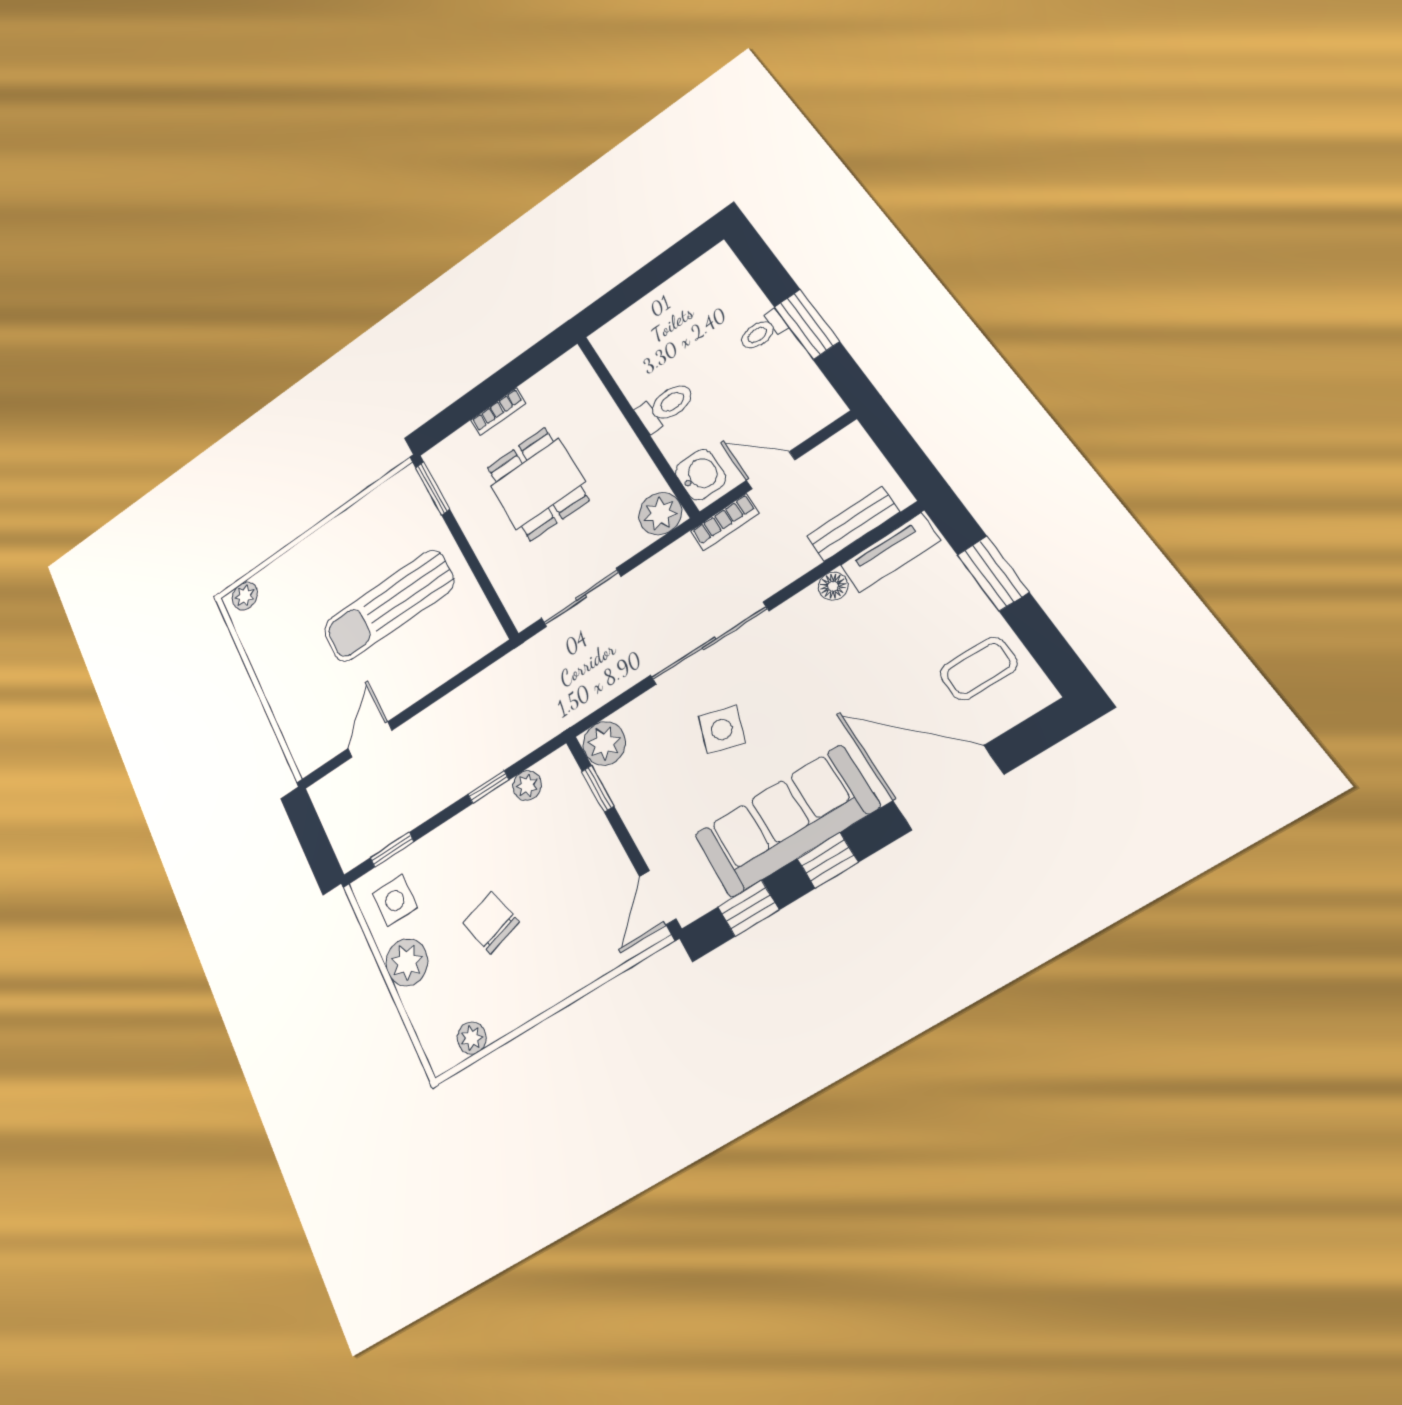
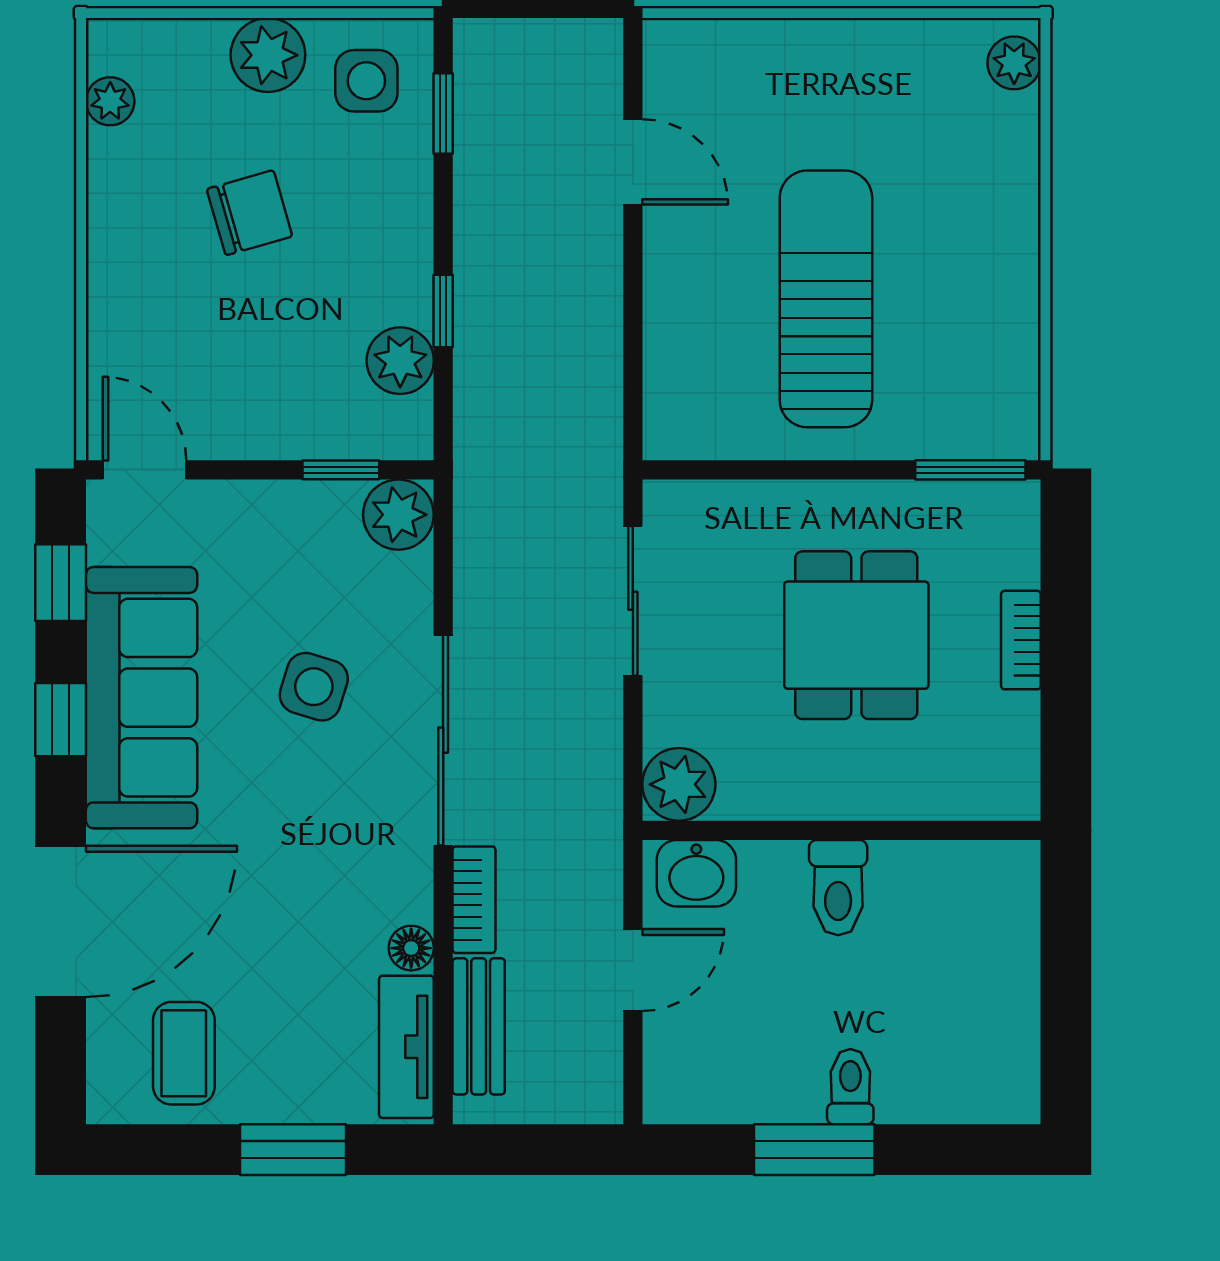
dining table: (538, 484) -> (856, 635), turned 90
bookcase: (725, 522) -> (474, 900), moved, turned 180
plant: (527, 786) -> (400, 361), width x1.38, depth x1.38

